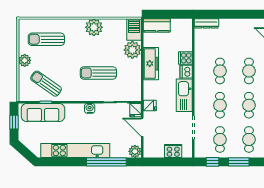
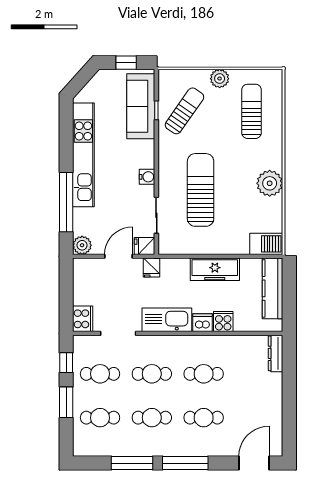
kitchen counter: (157, 25) -> (273, 288), width x1.50
plant: (132, 50) -> (236, 242), removed
sun lounger: (98, 73) -> (201, 190), width x1.36, depth x1.34
cooker: (173, 151) -> (83, 319), moved

